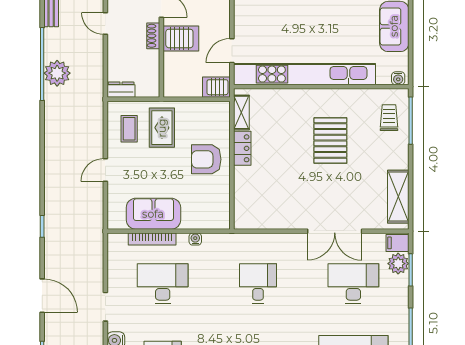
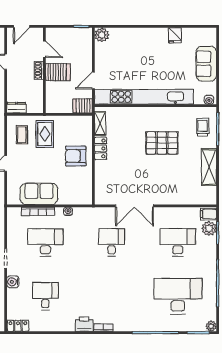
pallet: (330, 141) -> (162, 143), turned 90
shelving: (398, 197) -> (209, 167), moved
double door: (335, 231) -> (134, 206), moved

